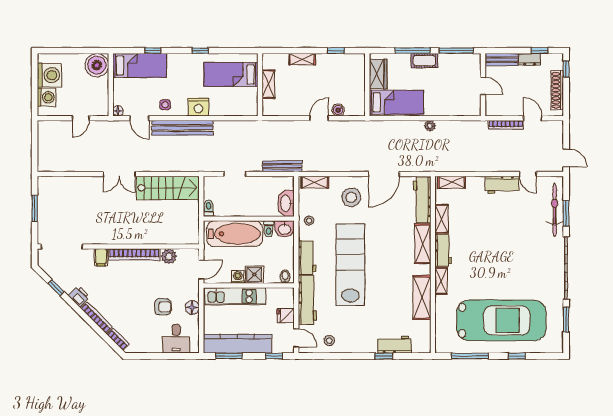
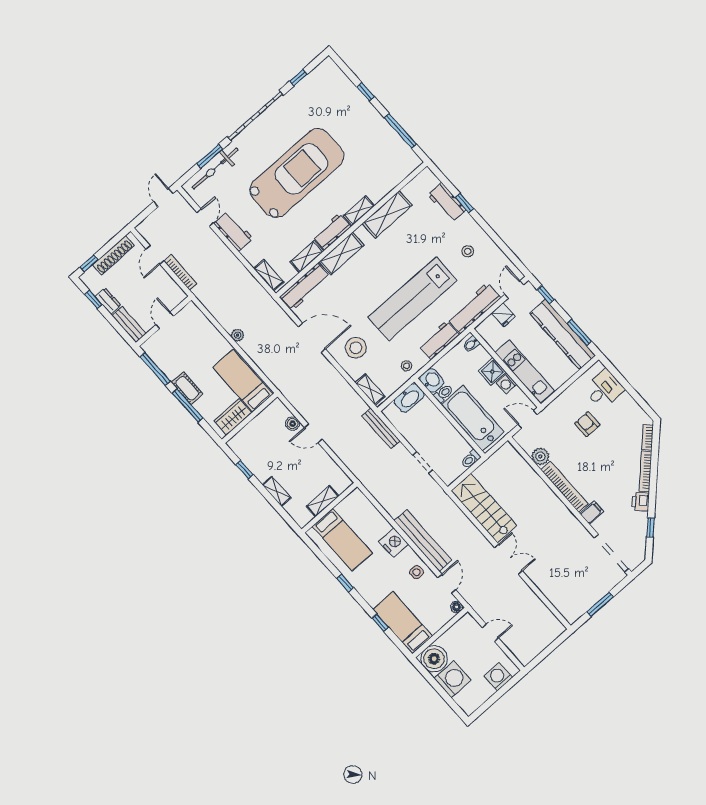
washing machine: (49, 75) -> (453, 679), moved, turned 90
floor lamp: (192, 307) -> (566, 399), removed
window: (566, 319) -> (298, 78), width x0.67
car: (501, 320) -> (297, 173), moved, turned 90
stool: (329, 341) -> (468, 251), moved

